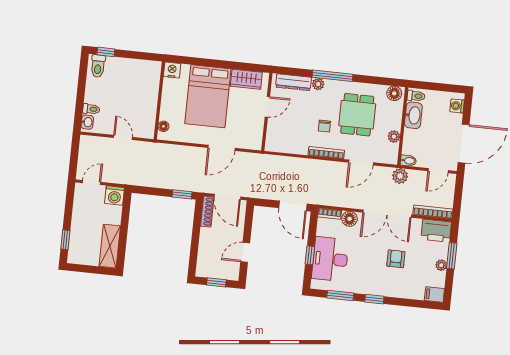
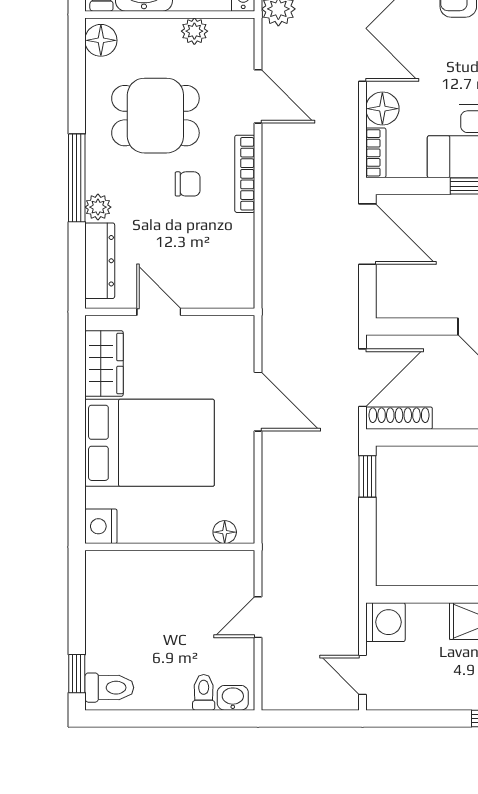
door: (293, 206) -> (367, 234), hinge flipped

